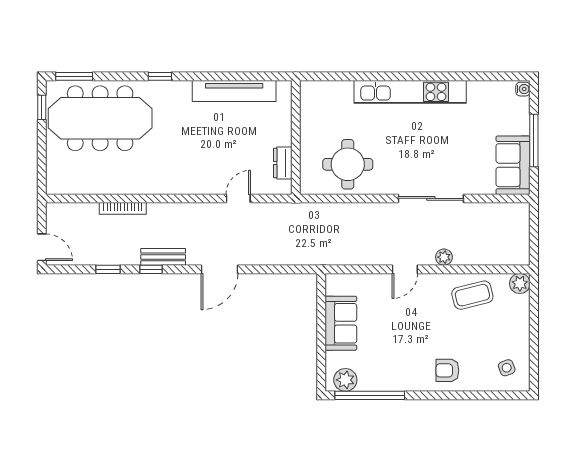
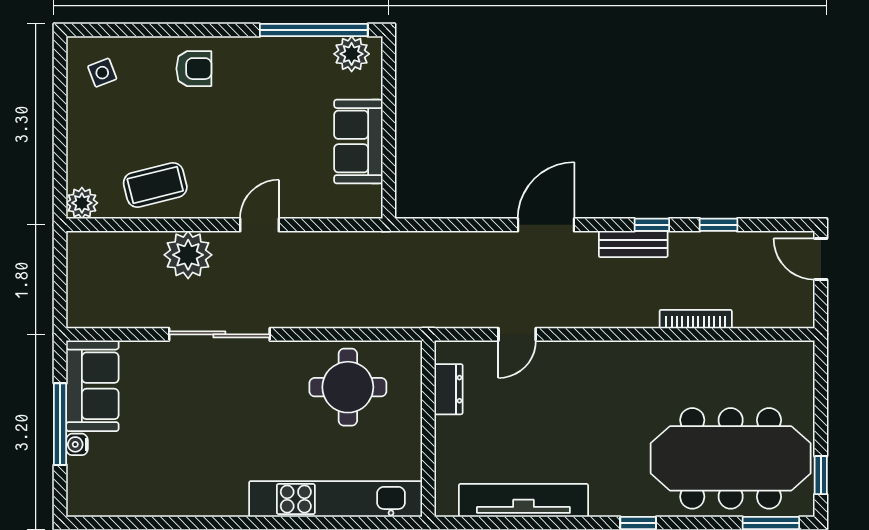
water cooler: (523, 89) -> (77, 444), moved
kitchen unit: (410, 92) -> (336, 499), moved
plant: (444, 257) -> (188, 255), width x1.88, depth x1.88

